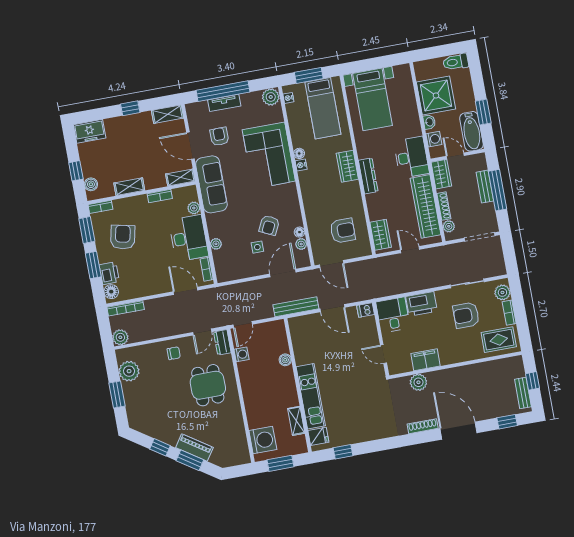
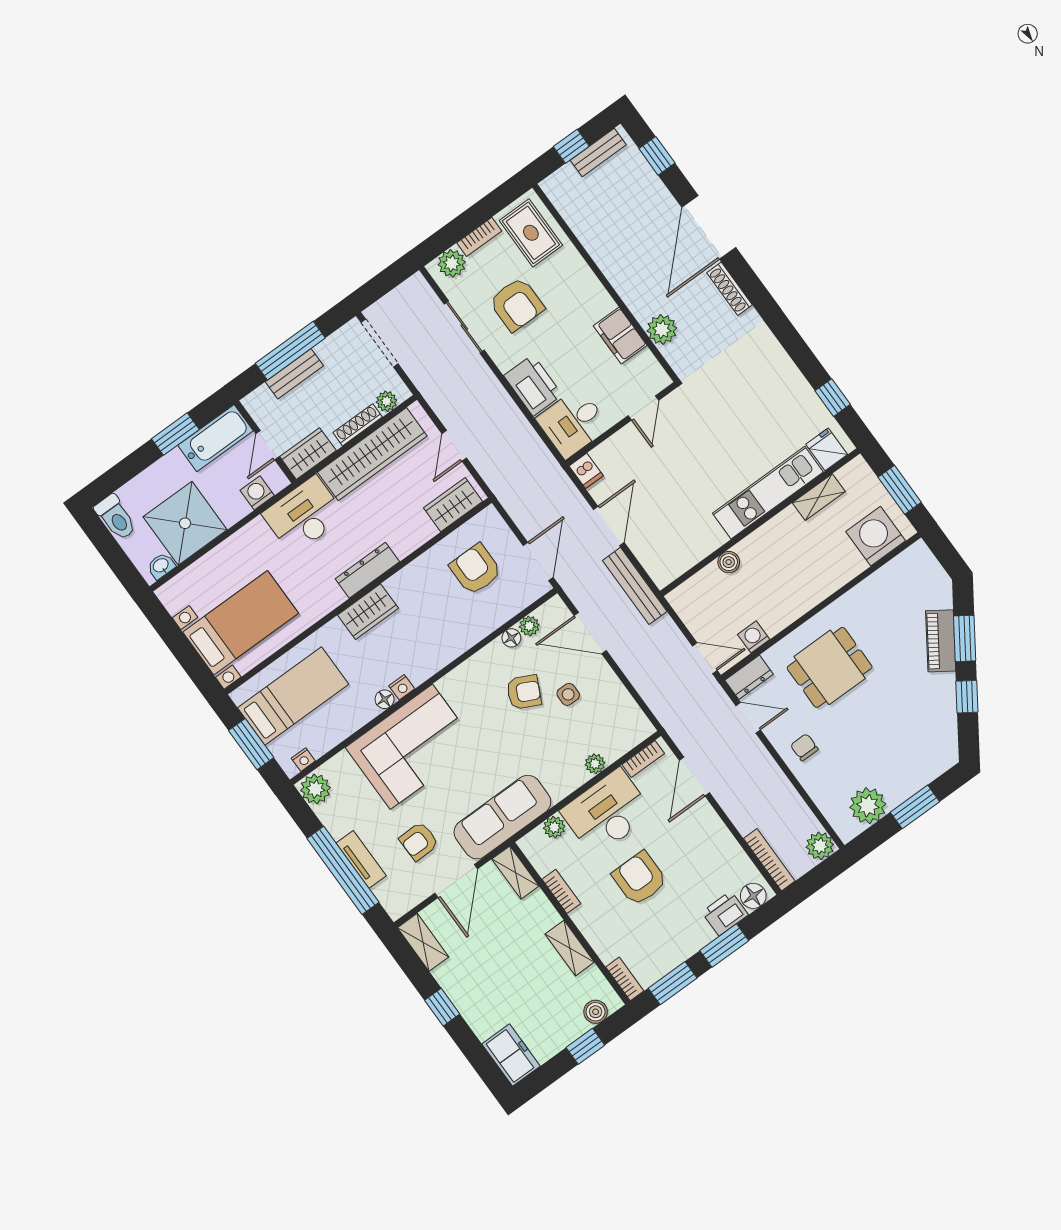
washbasin: (429, 122) -> (161, 566), moved
armchair: (123, 237) -> (640, 878), moved, turned 78

